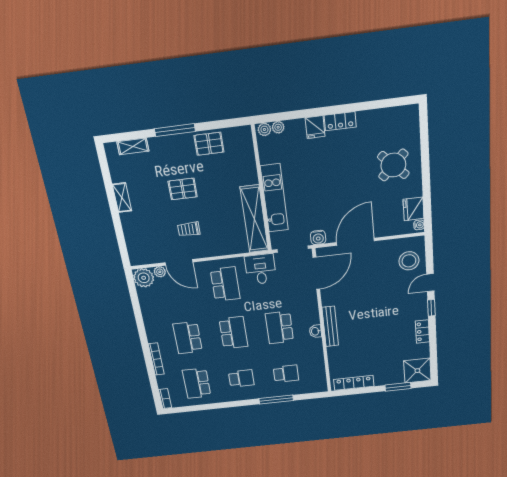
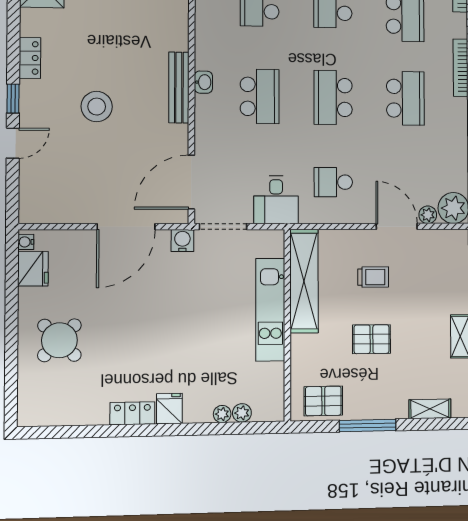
wall: (262, 189) -> (287, 325), moved
kitchen unit: (274, 198) -> (270, 310), moved
shelving: (254, 219) -> (304, 281), moved
stool: (409, 261) -> (97, 107), moved
school desk: (225, 284) -> (333, 182), width x0.54

